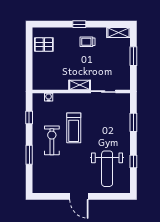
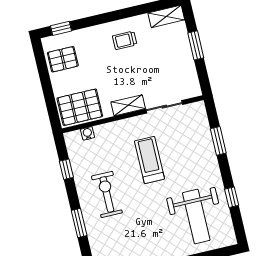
window: (79, 24) -> (61, 28), moved
pallet: (48, 79) -> (80, 107), added
treadmill: (74, 128) -> (150, 160), moved, turned 180

